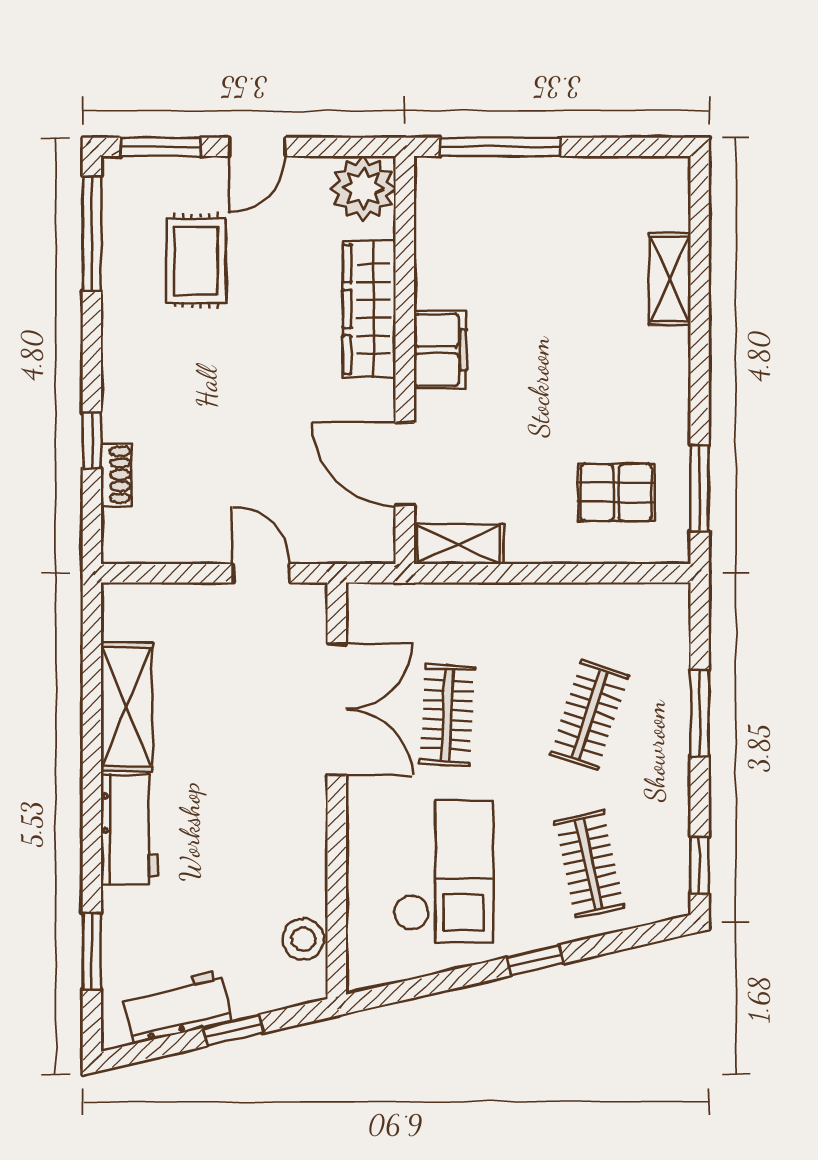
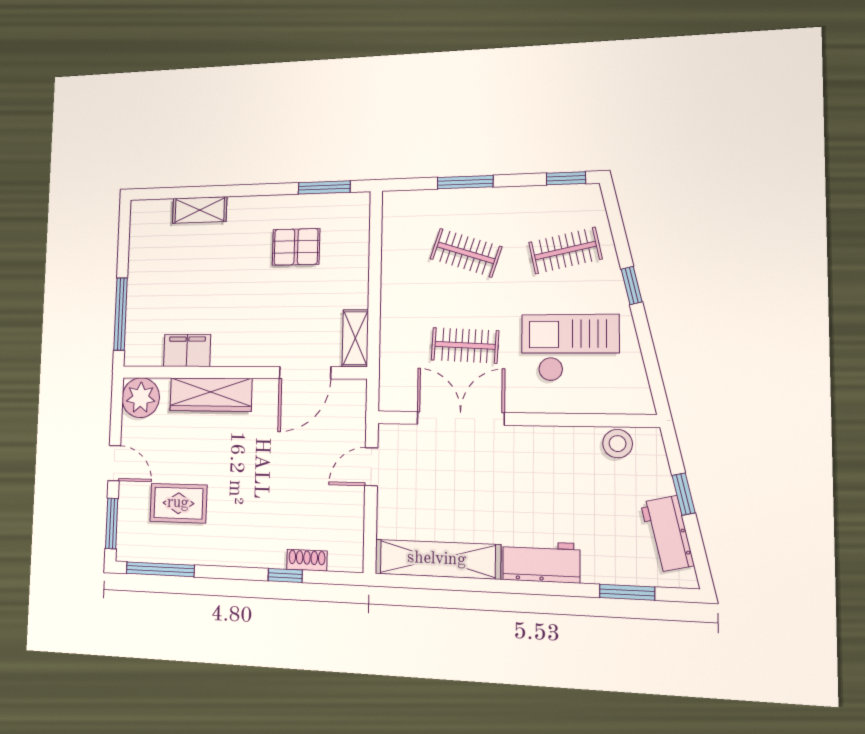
filing cabinet: (440, 350) -> (187, 350), moved
pallet: (616, 493) -> (296, 247), moved, turned 90
shelving: (127, 707) -> (437, 559), width x1.47

